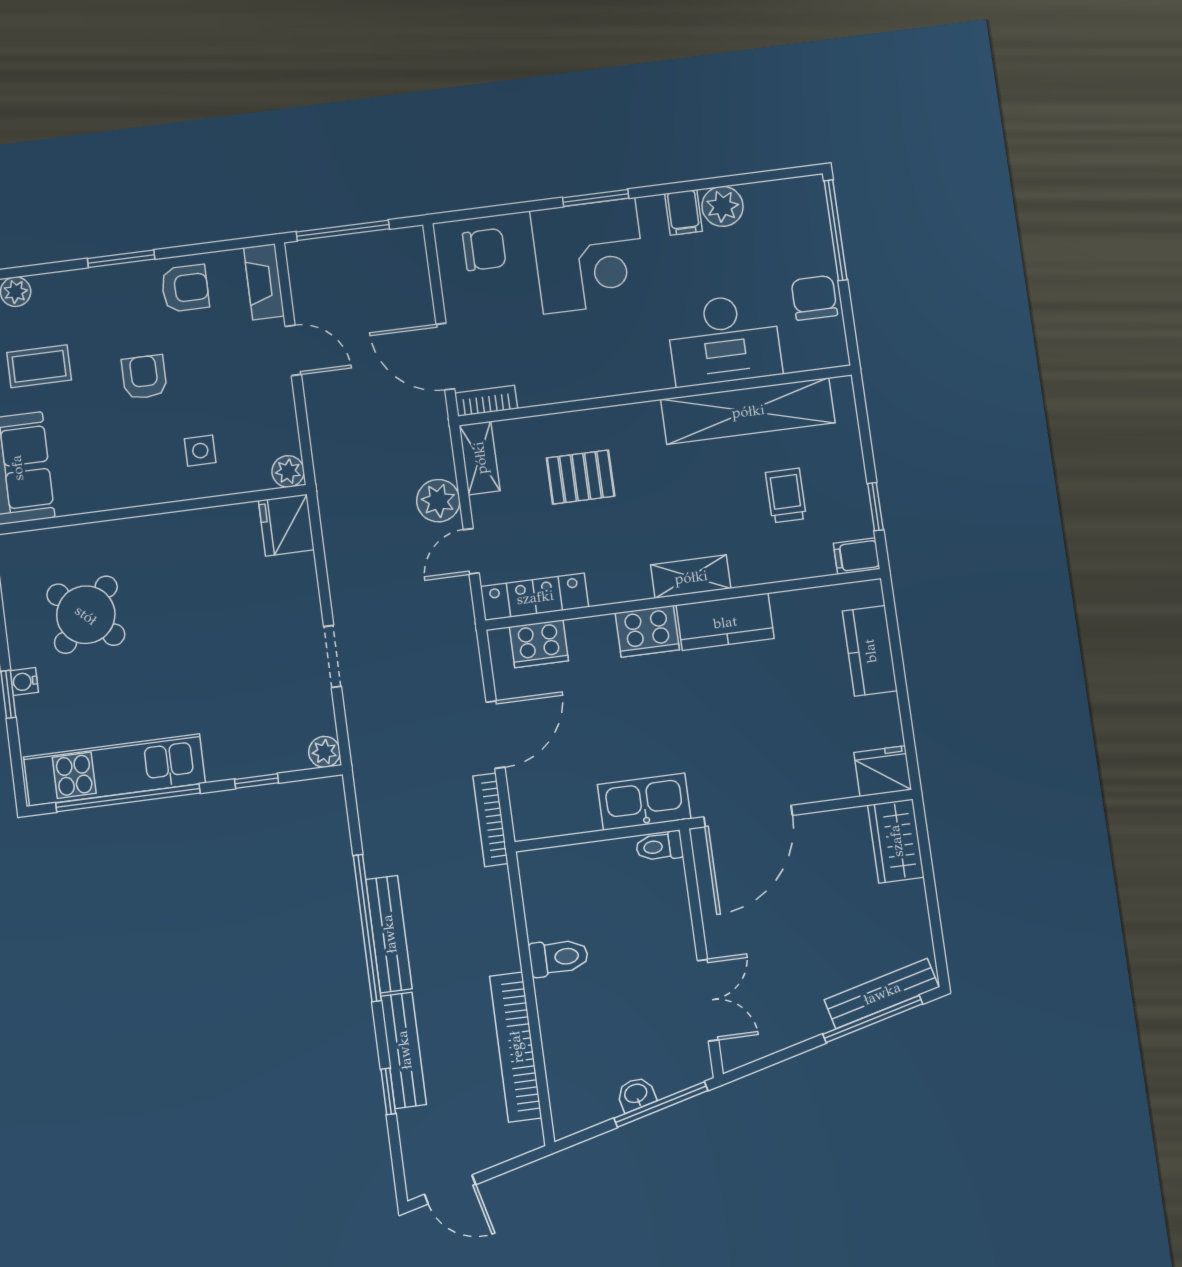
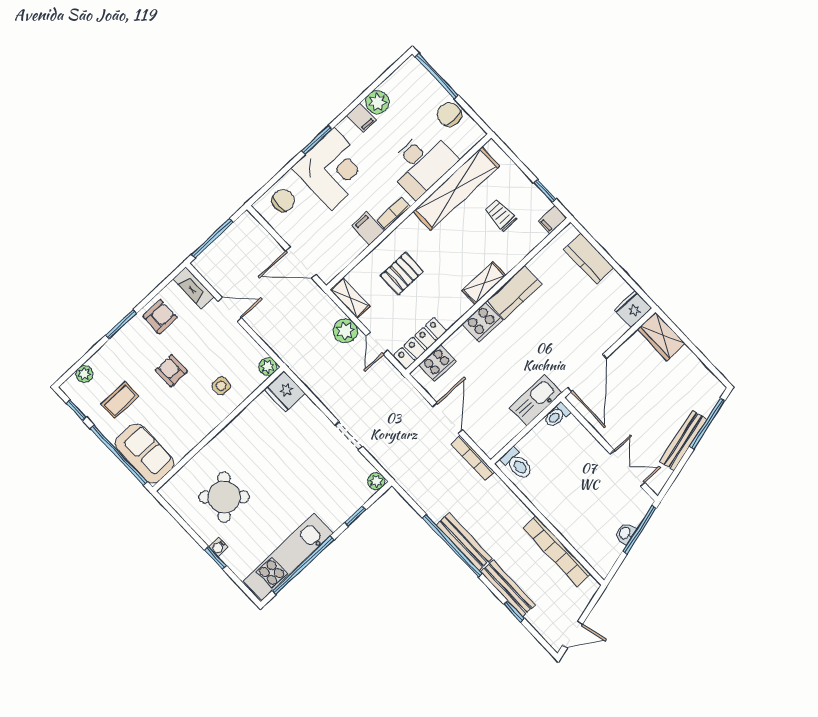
filing cabinet: (579, 377) -> (368, 228), added
bookcase: (486, 401) -> (393, 214), moved
toilet: (559, 957) -> (517, 464), moved, turned 90
bench: (882, 993) -> (683, 440), moved

